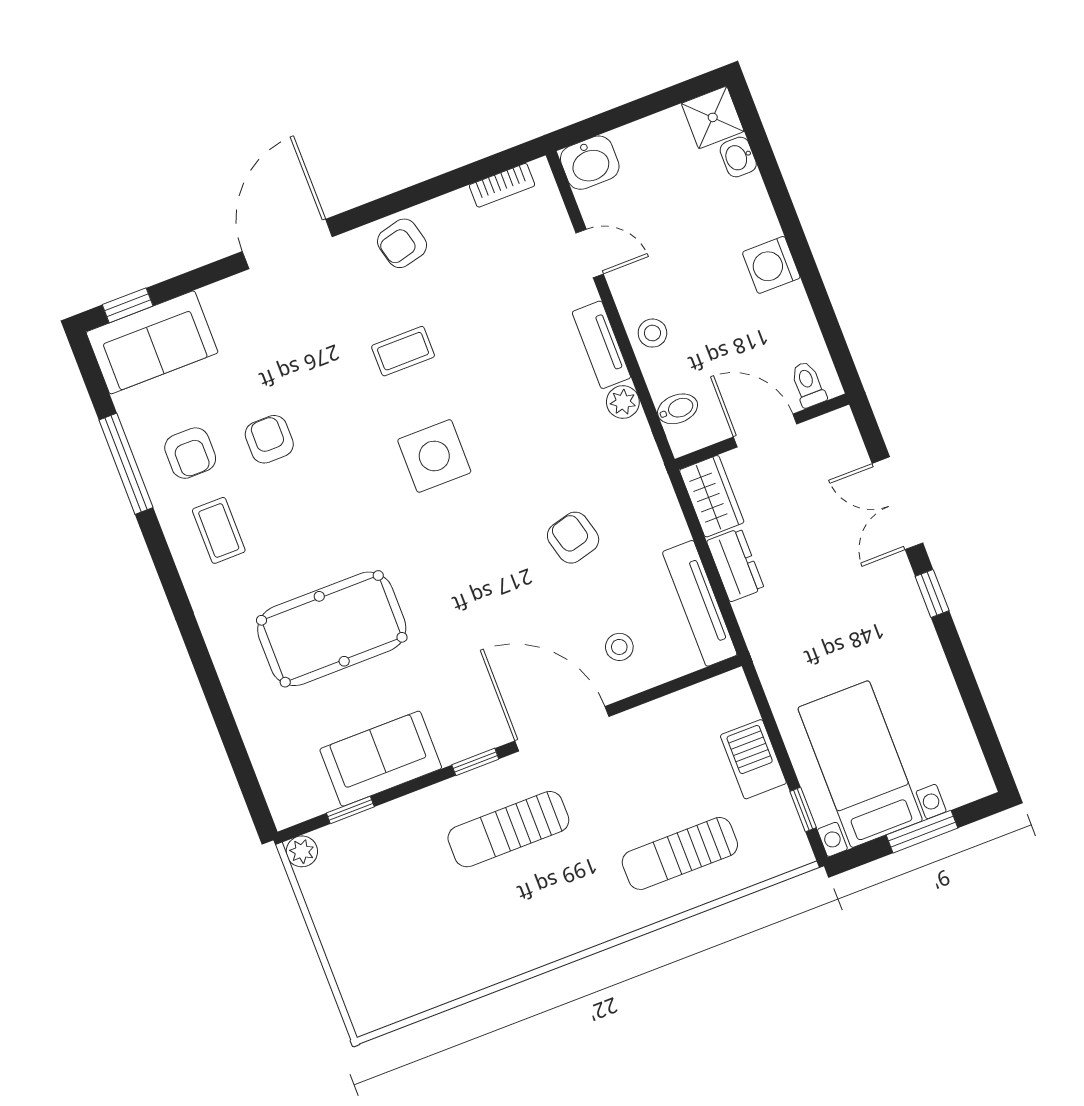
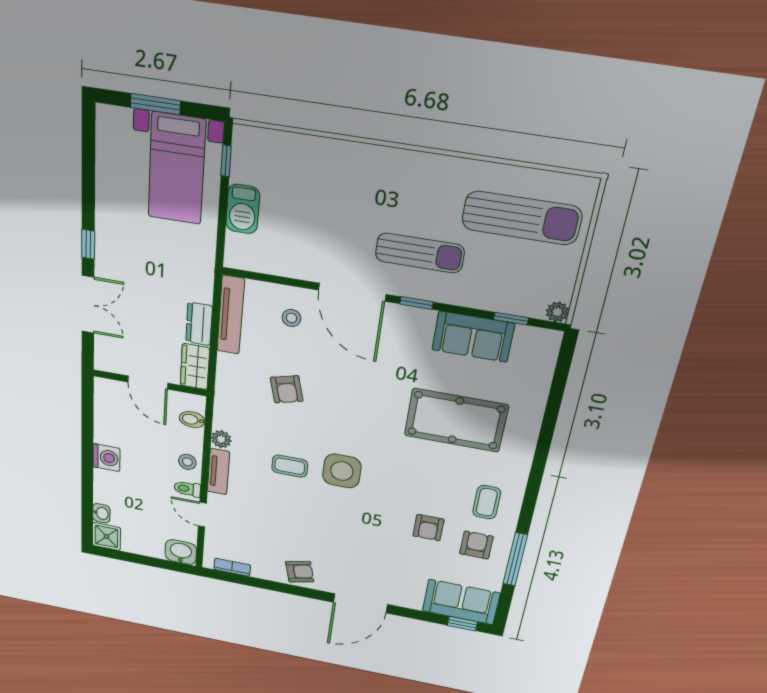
coffee table: (403, 351) -> (290, 466), moved
toilet: (808, 384) -> (187, 489), moved, turned 90
sun lounger: (680, 853) -> (522, 218), moved, width x1.36, depth x1.34

